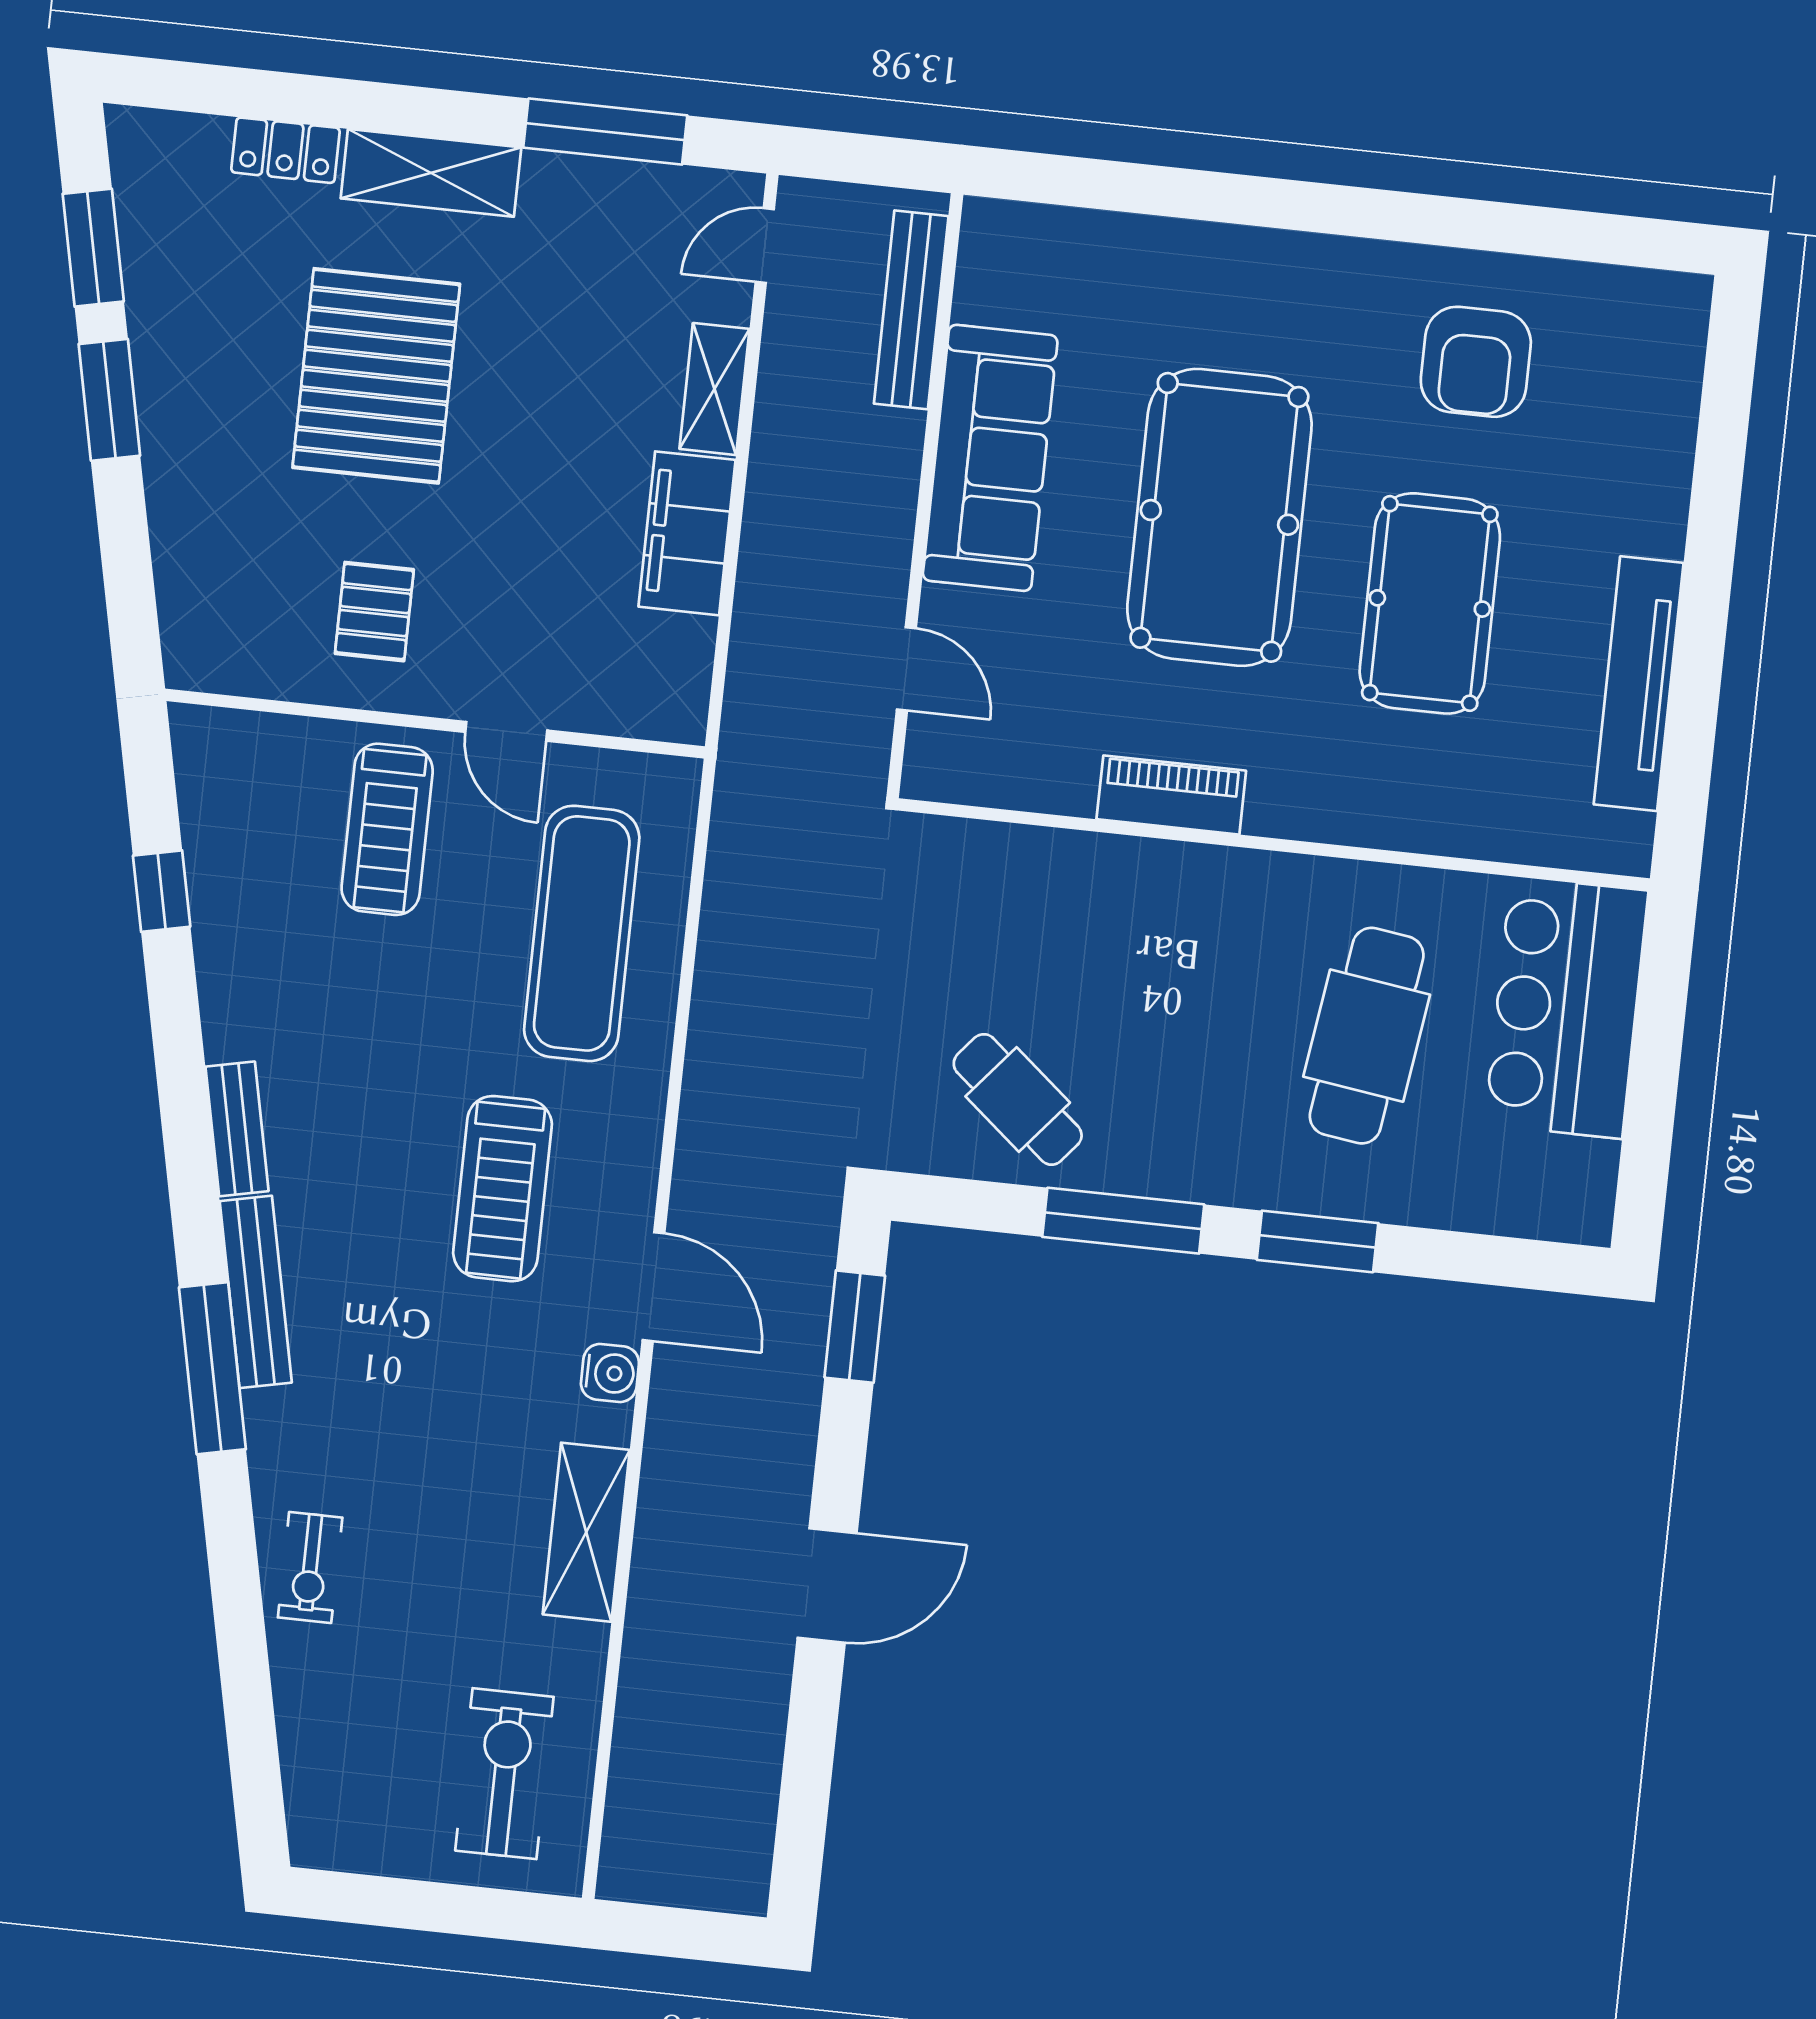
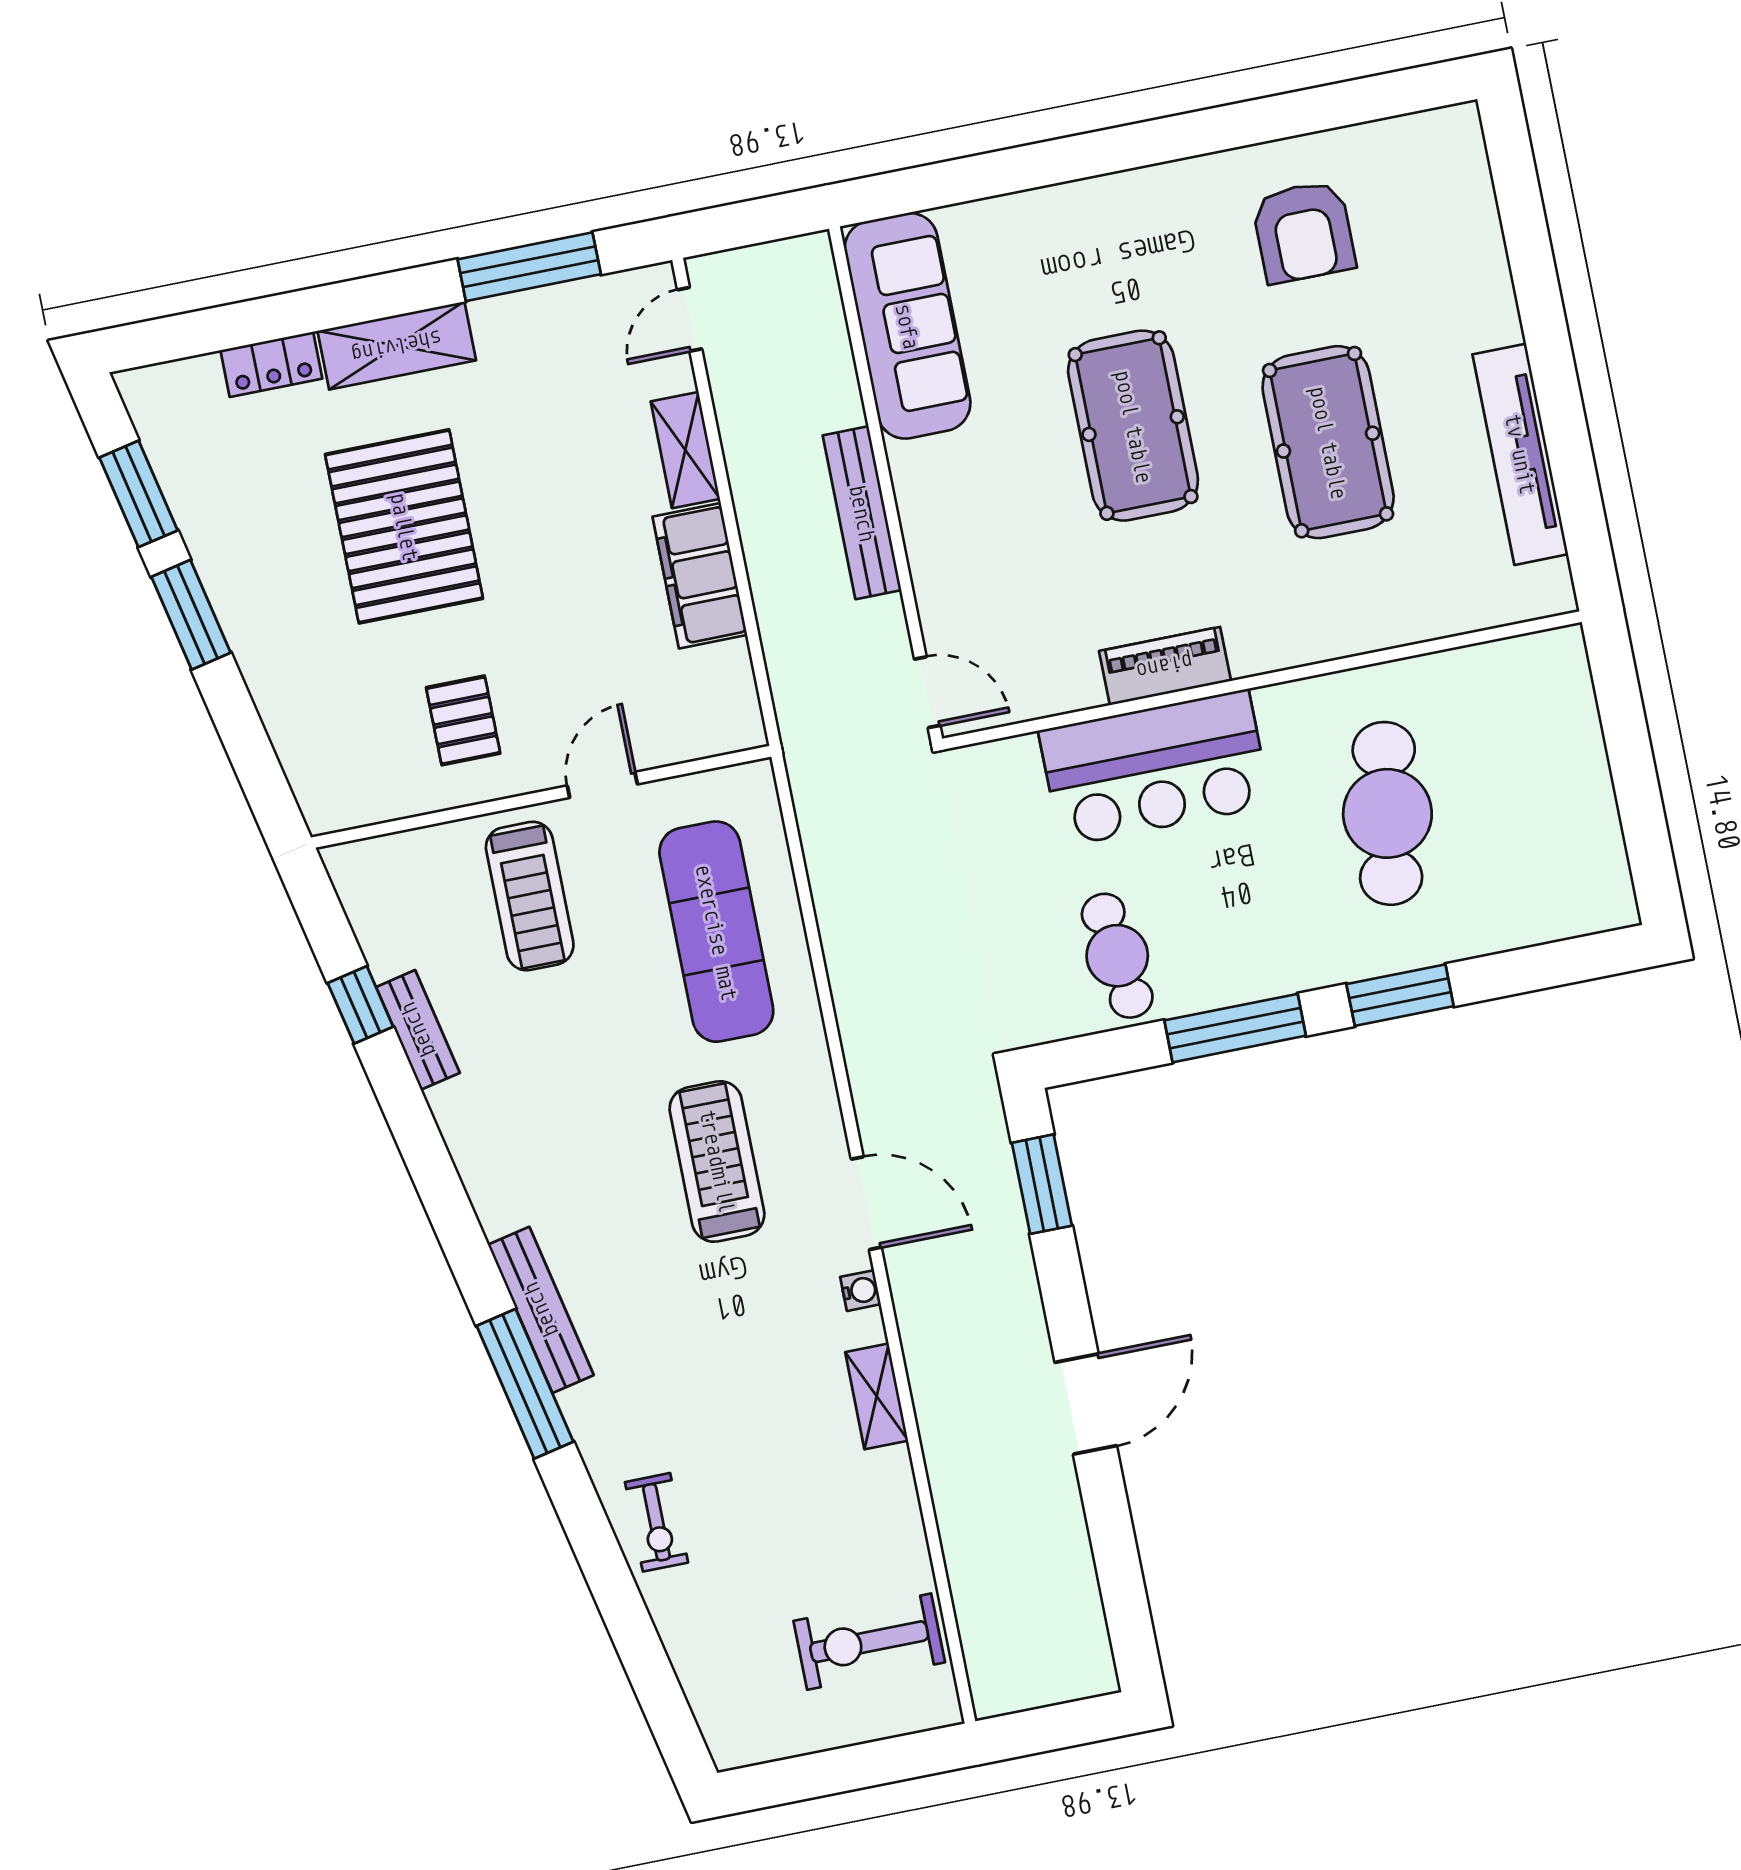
bench: (911, 310) -> (862, 513), moved
sofa: (990, 458) -> (907, 326), moved
pool table: (1219, 517) -> (1133, 426), width x0.73, depth x0.76
door: (906, 669) -> (927, 692), moved
door: (506, 731) -> (602, 785), swing flipped
bar counter: (1566, 1008) -> (1155, 768), moved, turned -90
cafe table: (1018, 1099) -> (1117, 956), turned 43
bench: (237, 1129) -> (418, 1030), moved
treadmill: (503, 1189) -> (717, 1161), turned 180
water cooler: (610, 1373) -> (861, 1291), width x0.72, depth x0.72
shelving: (586, 1532) -> (877, 1396), width x0.67, depth x0.75
exercise bike: (504, 1774) -> (869, 1642), turned -90

